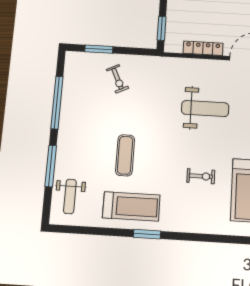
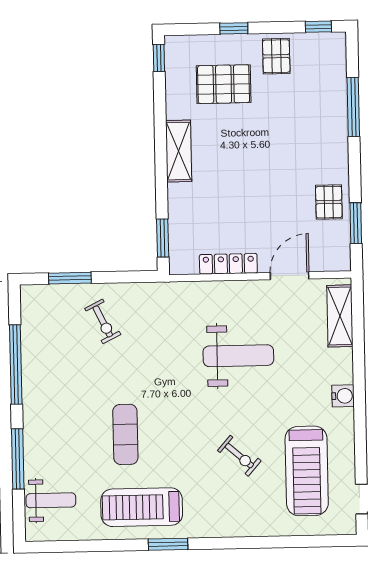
exercise bike: (201, 176) -> (239, 456), turned 41
weight bench: (70, 196) -> (51, 500), turned -90
treadmill: (131, 206) -> (142, 507), turned 180

